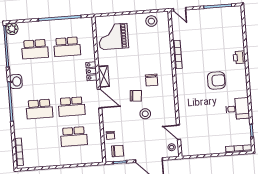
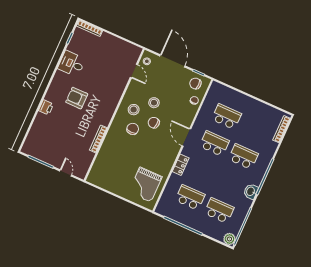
door: (180, 9) -> (66, 173), moved
stool: (151, 21) -> (134, 110), moved
grand piano: (113, 37) -> (145, 185), turned 90
shelving: (104, 76) -> (172, 155), removed

